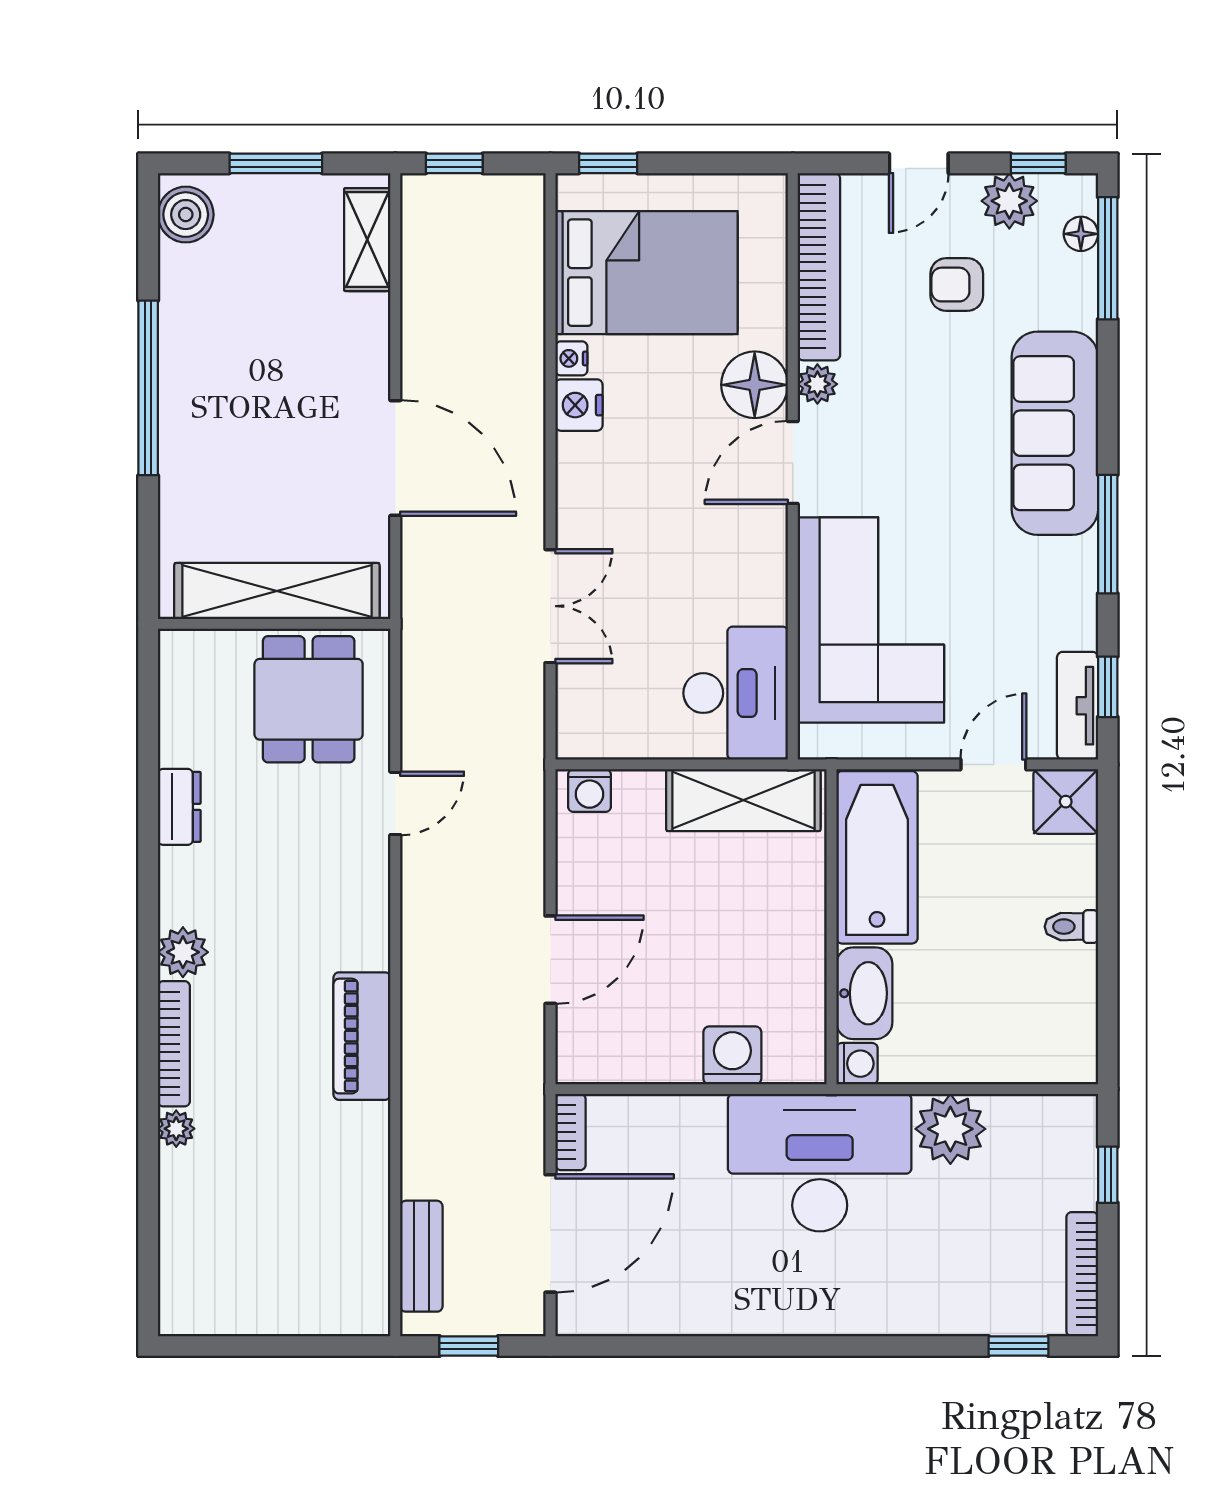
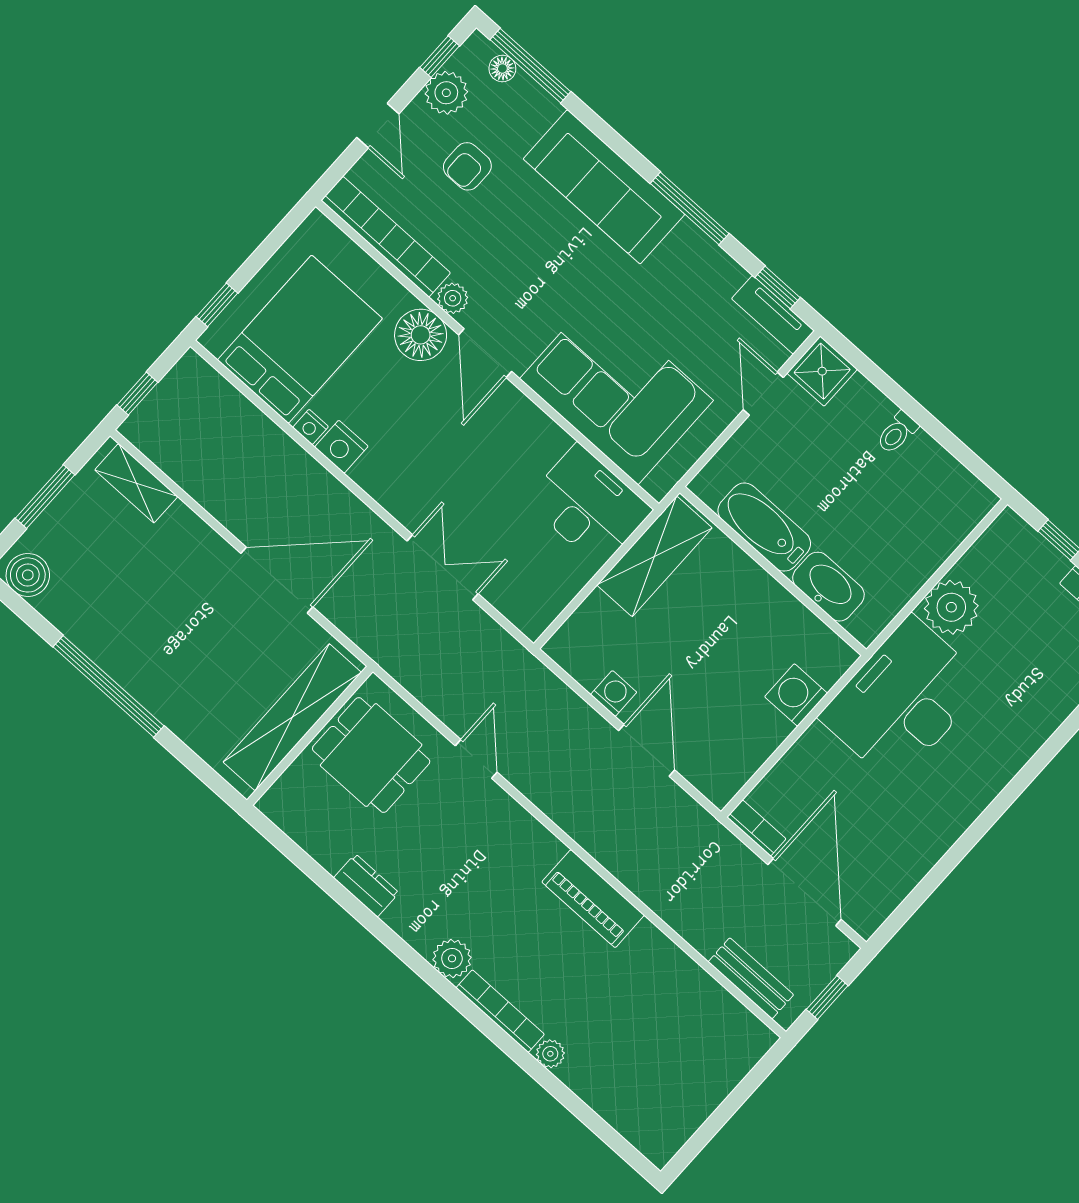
washing machine: (589, 791) -> (614, 693), moved, turned -90
bathtub: (877, 857) -> (764, 527), width x0.73, depth x0.73
washing machine: (857, 1064) -> (865, 627), removed

